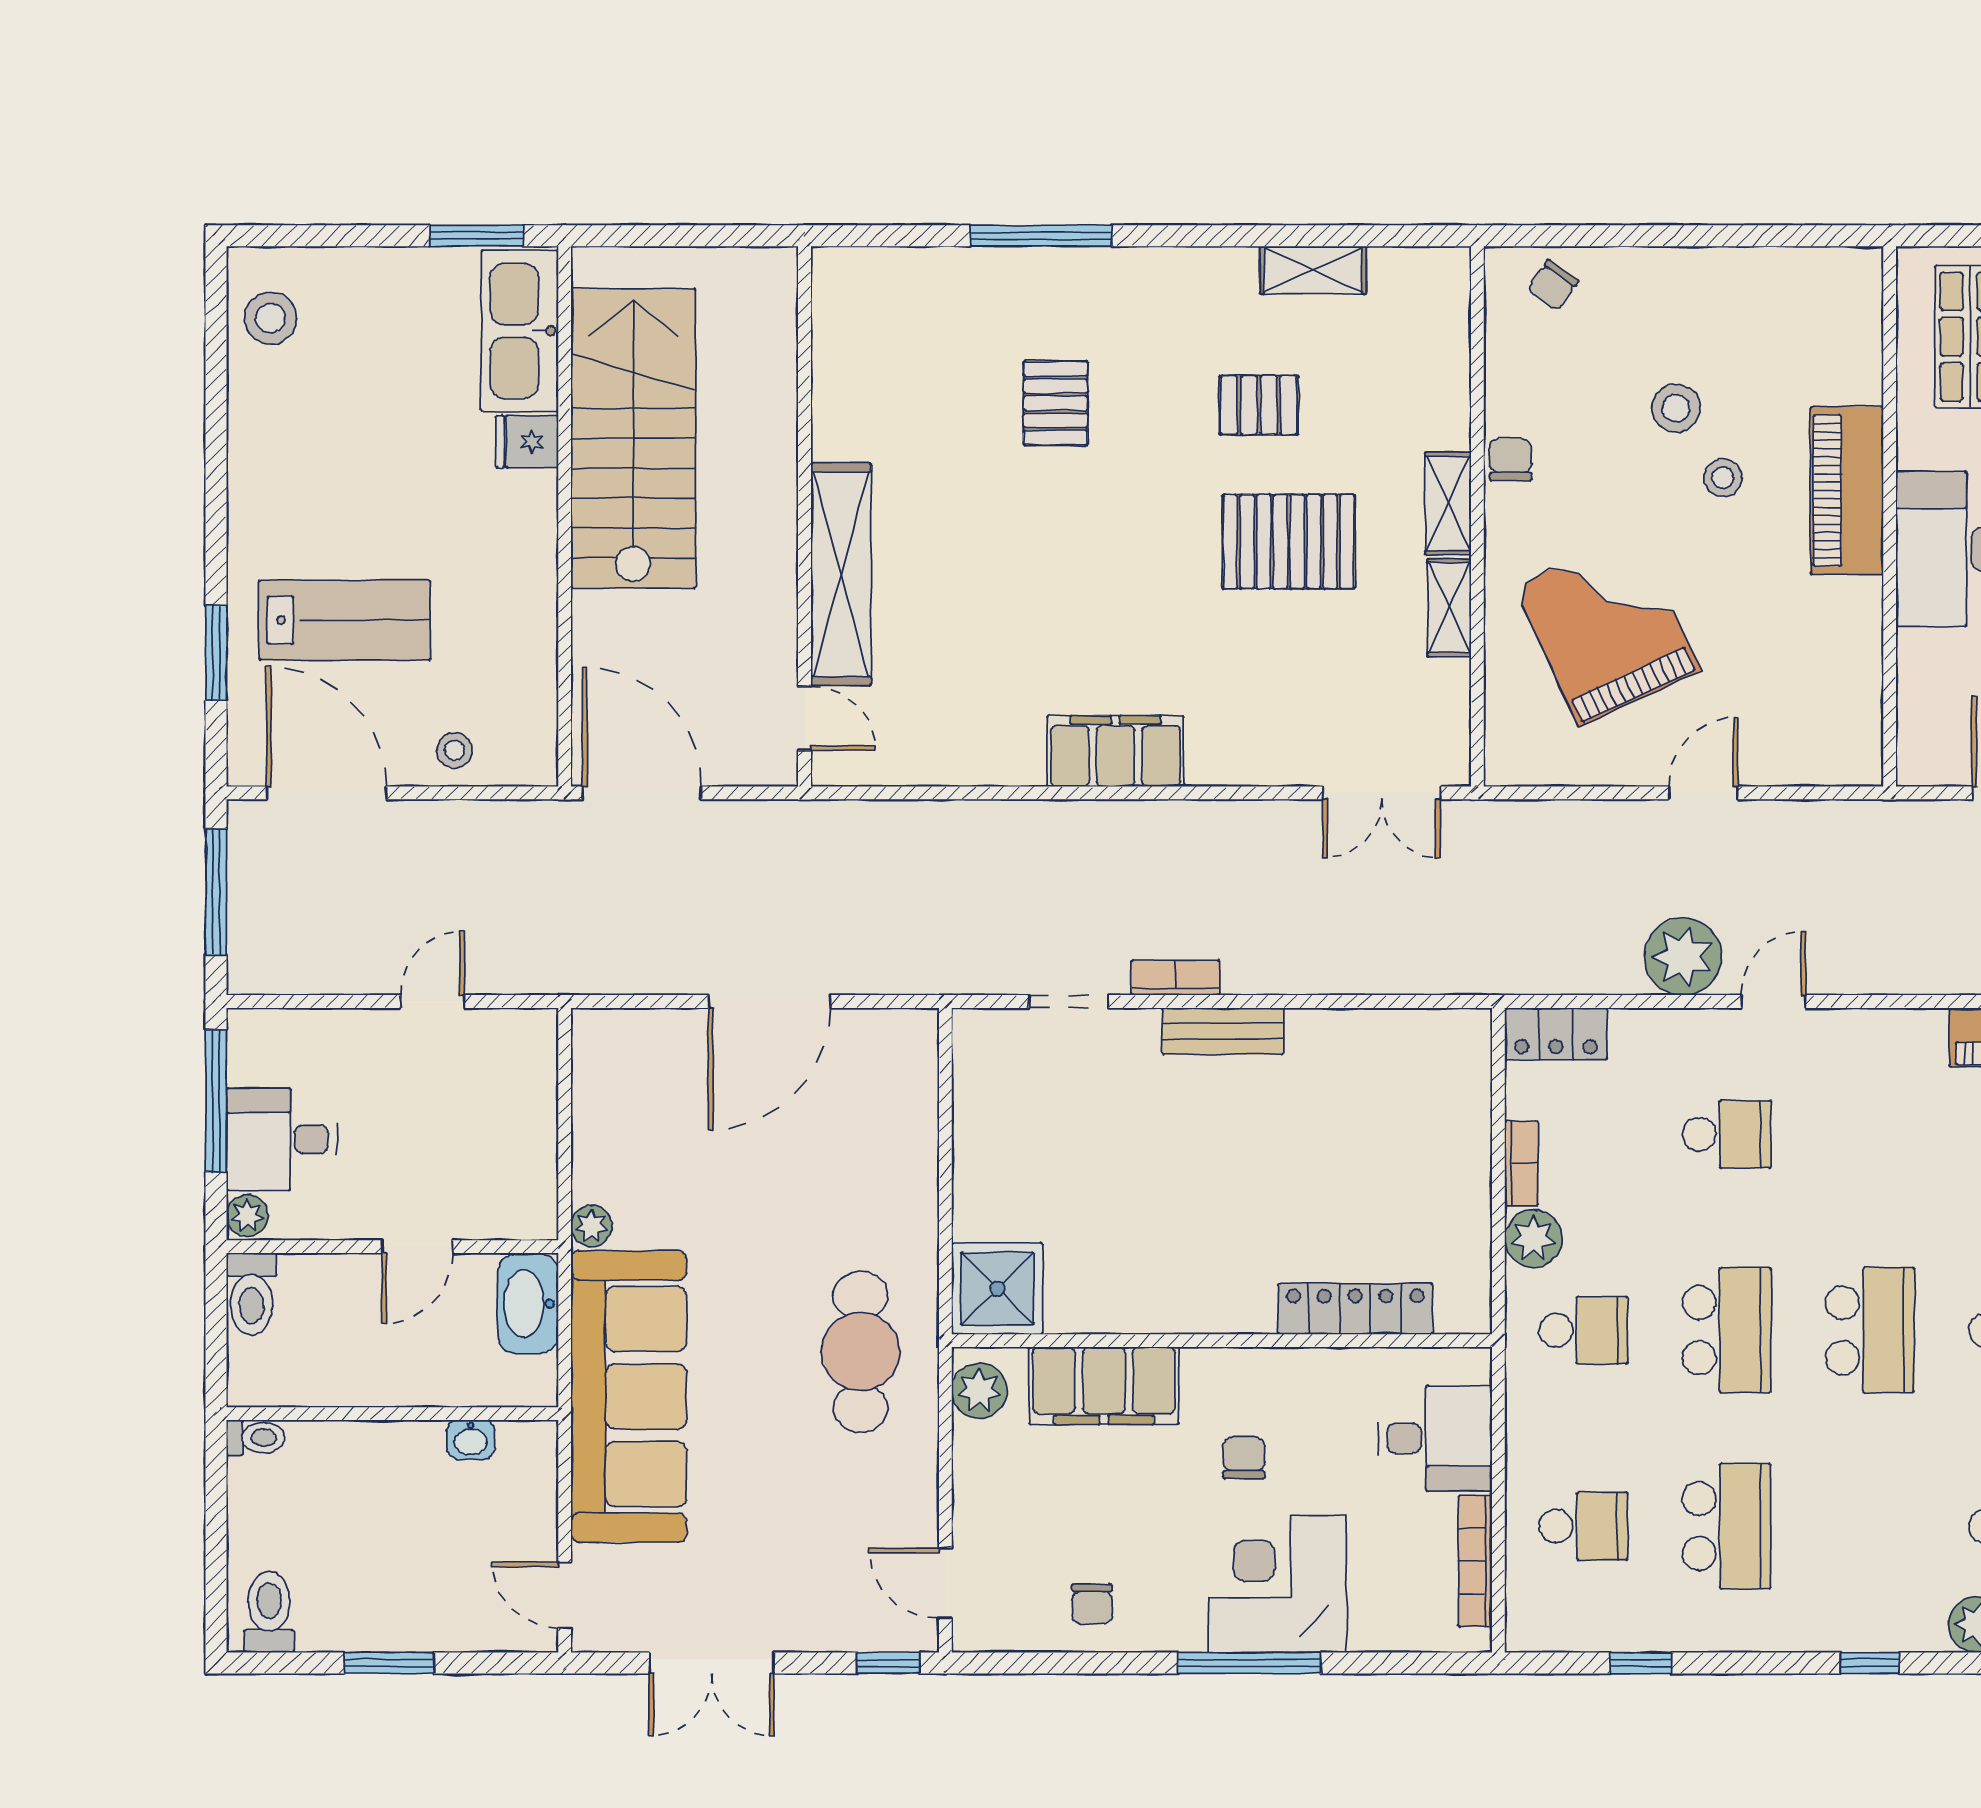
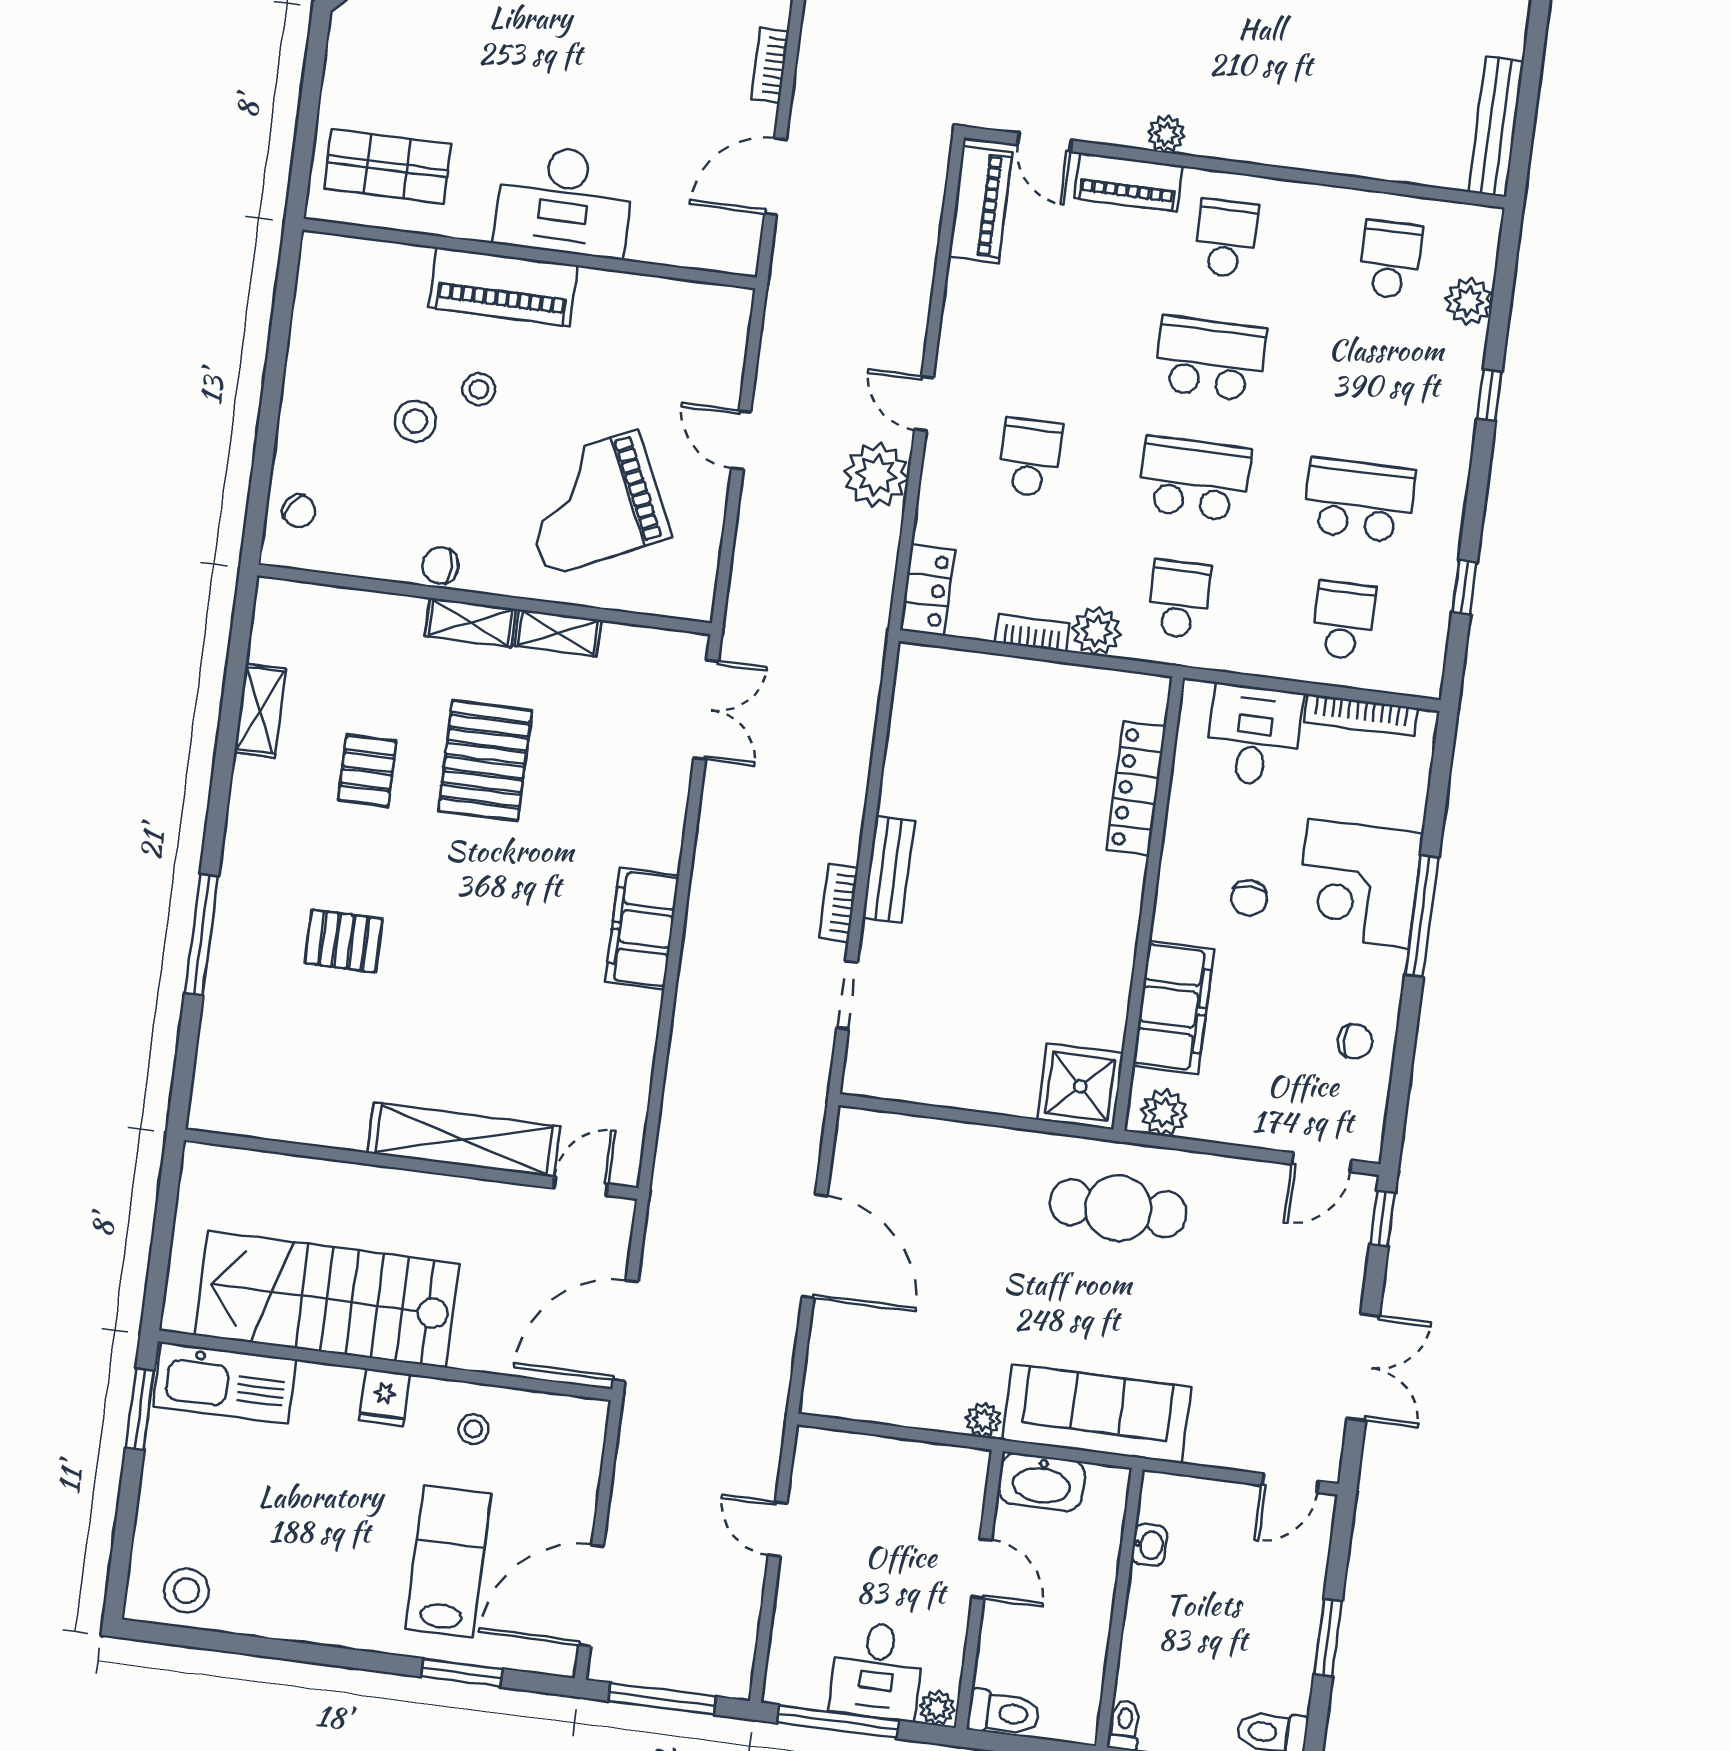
fridge: (527, 442) -> (384, 1397), moved
stool: (455, 750) -> (473, 1429), moved
sofa: (629, 1396) -> (1097, 1414), width x0.74, depth x0.79
chair: (1244, 1458) -> (1249, 898), turned -90

